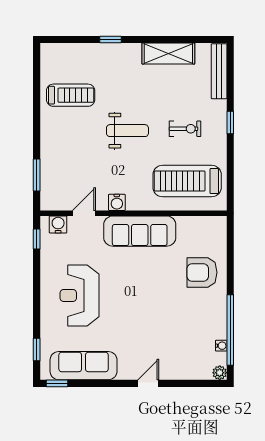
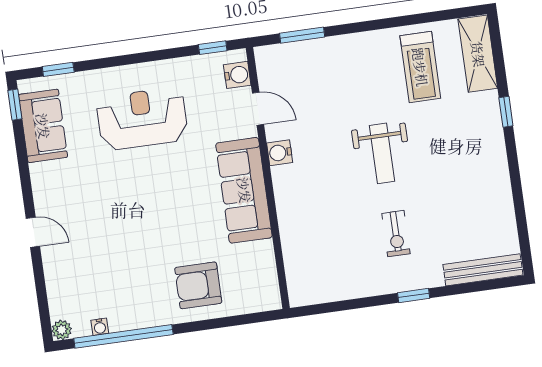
shelving: (168, 54) -> (478, 54), moved
treadmill: (187, 181) -> (323, 247), removed
armchair: (202, 272) -> (198, 285), turned -90
sofa: (84, 366) -> (43, 126), width x0.73

